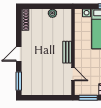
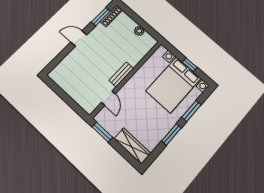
window: (19, 81) -> (101, 17), moved

